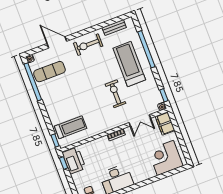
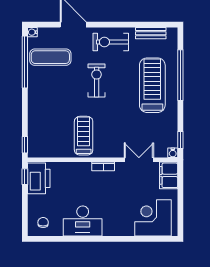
exercise bike: (115, 94) -> (97, 80), moved
double door: (140, 120) -> (139, 160), swing flipped
treadmill: (71, 127) -> (84, 136), moved, turned -90

